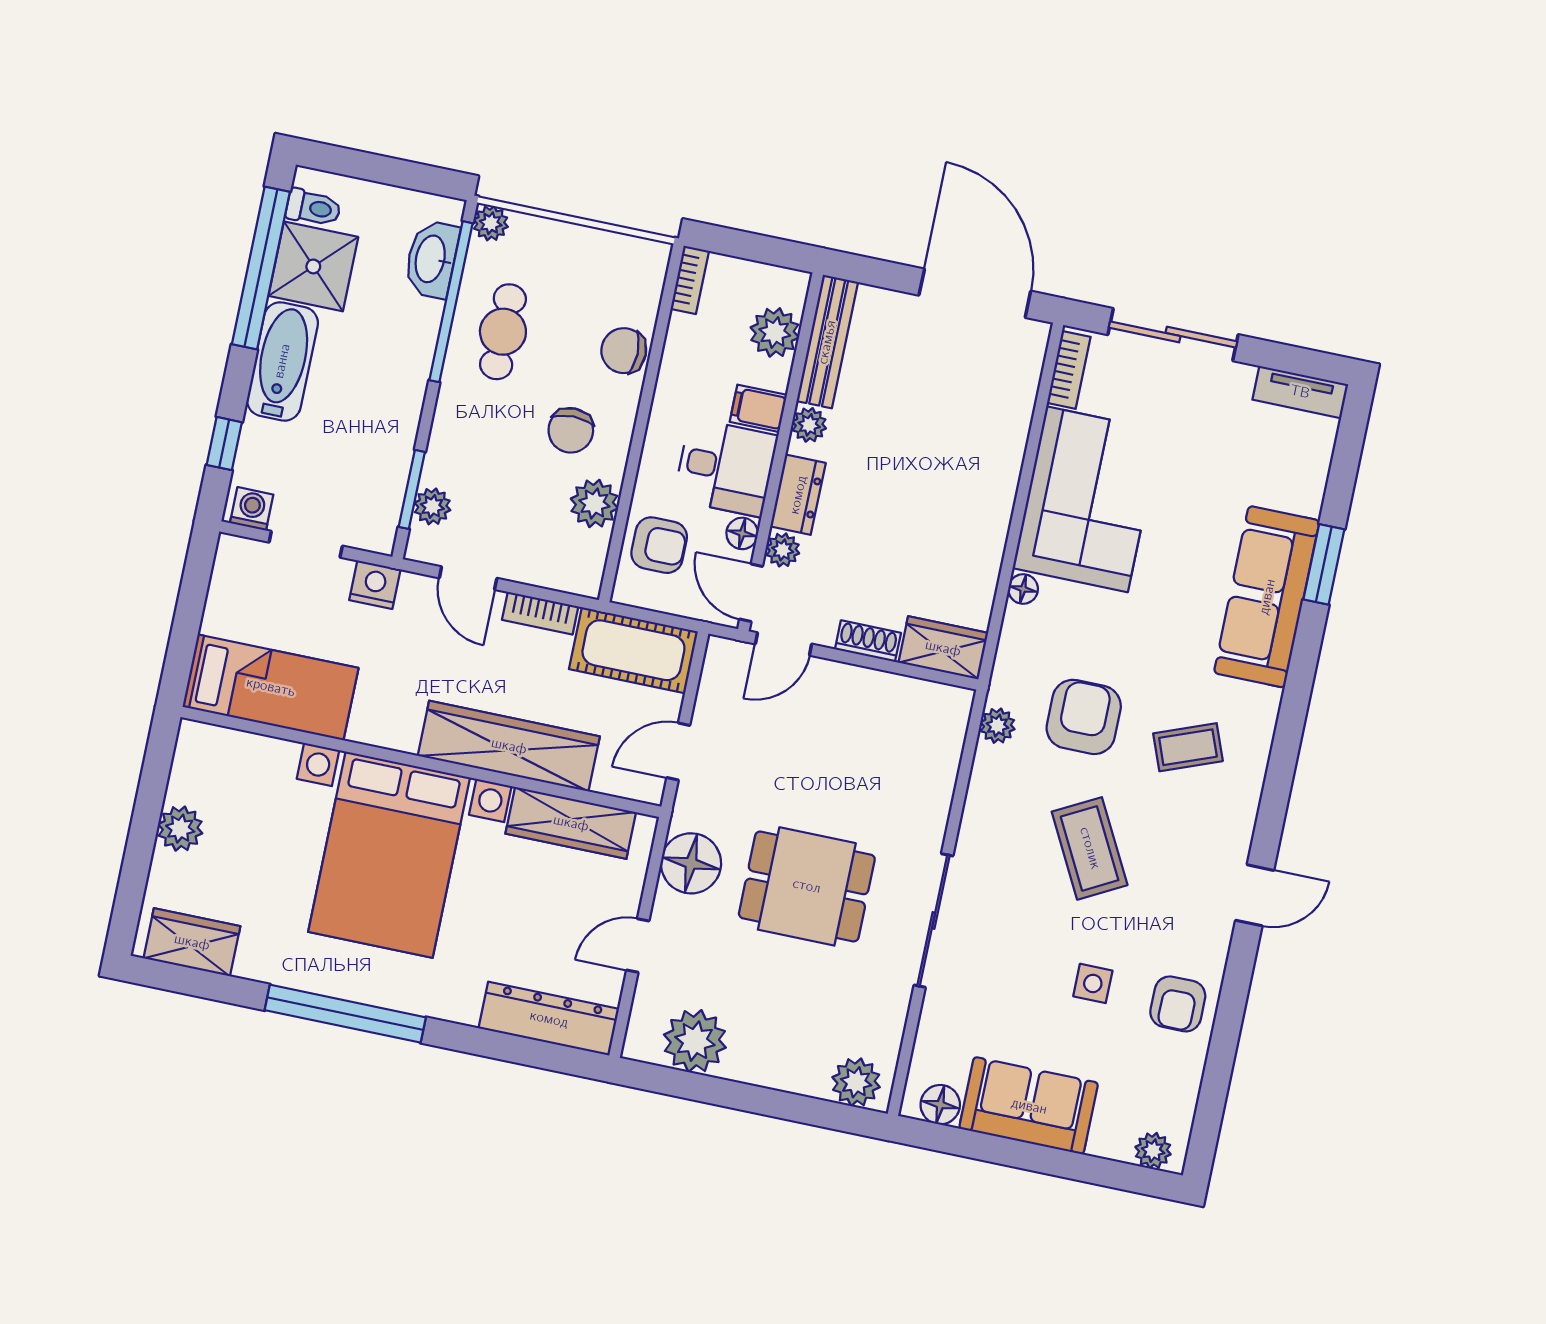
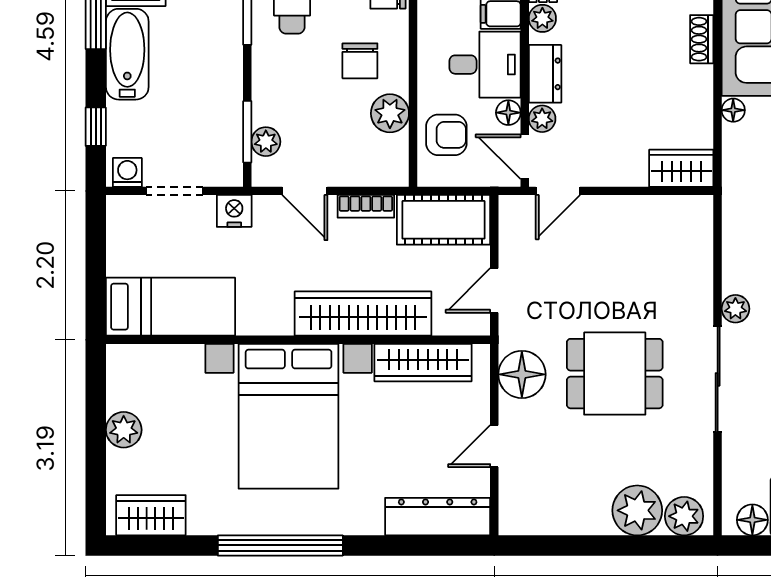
shoe rack: (868, 641) -> (702, 39), moved, turned -90
plant: (997, 726) -> (735, 309), moved
plant: (695, 1041) -> (637, 510), moved

